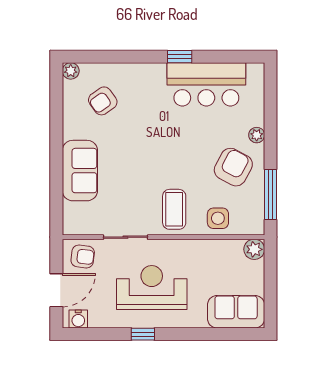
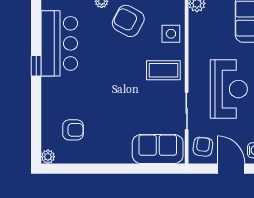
armchair: (103, 101) -> (73, 130), turned -55
sofa: (80, 171) -> (158, 149), moved
reception desk: (152, 288) -> (229, 89), turned 180

